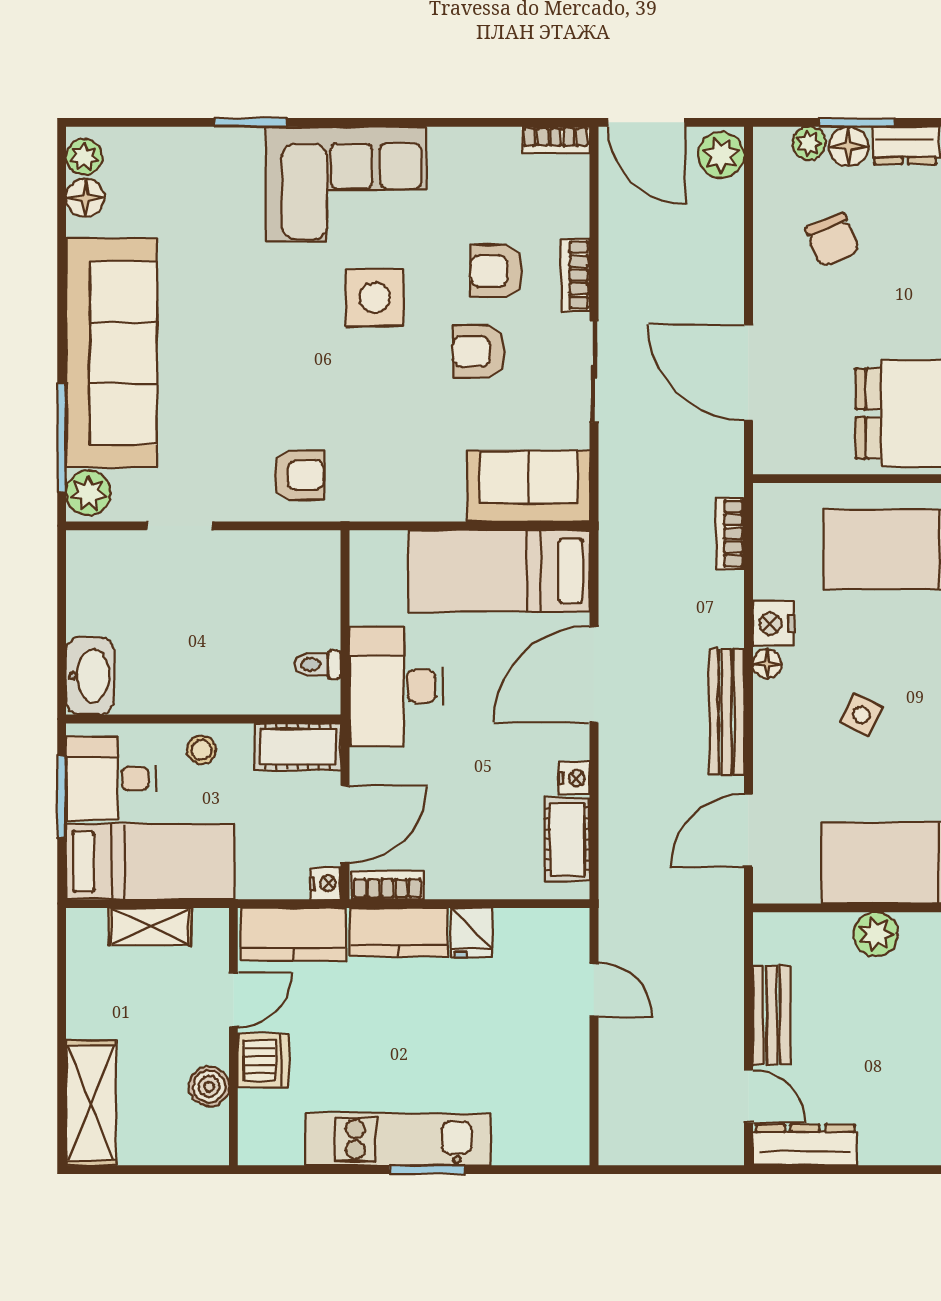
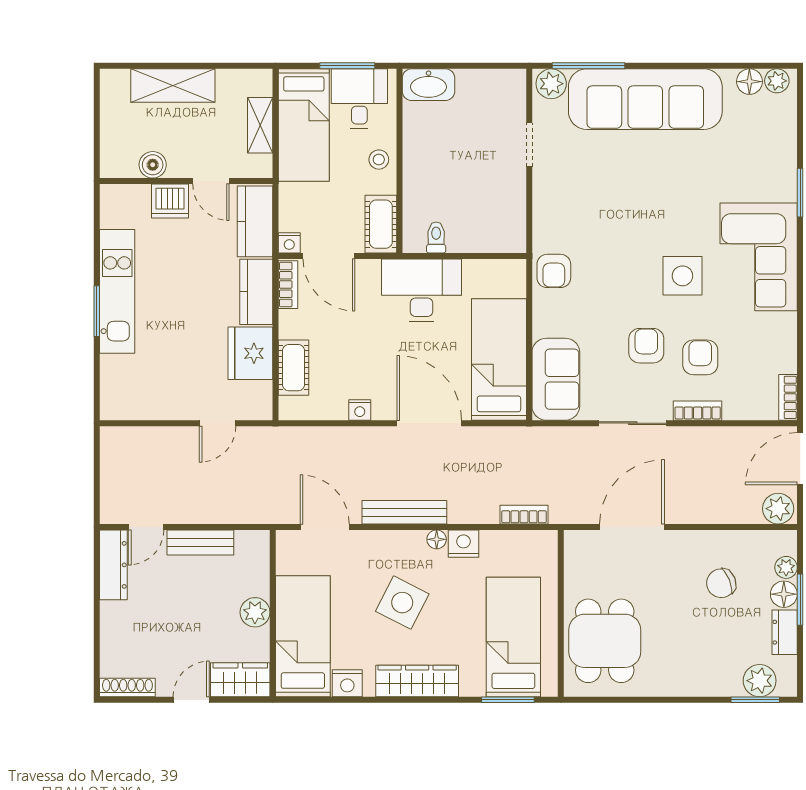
armchair: (299, 475) -> (554, 271), moved
side table: (861, 715) -> (402, 603), width x1.87, depth x1.87
cot: (567, 839) -> (294, 368), moved, turned 90
fridge: (471, 933) -> (250, 353), width x1.88, depth x1.34
shelving: (91, 1103) -> (173, 85), moved

